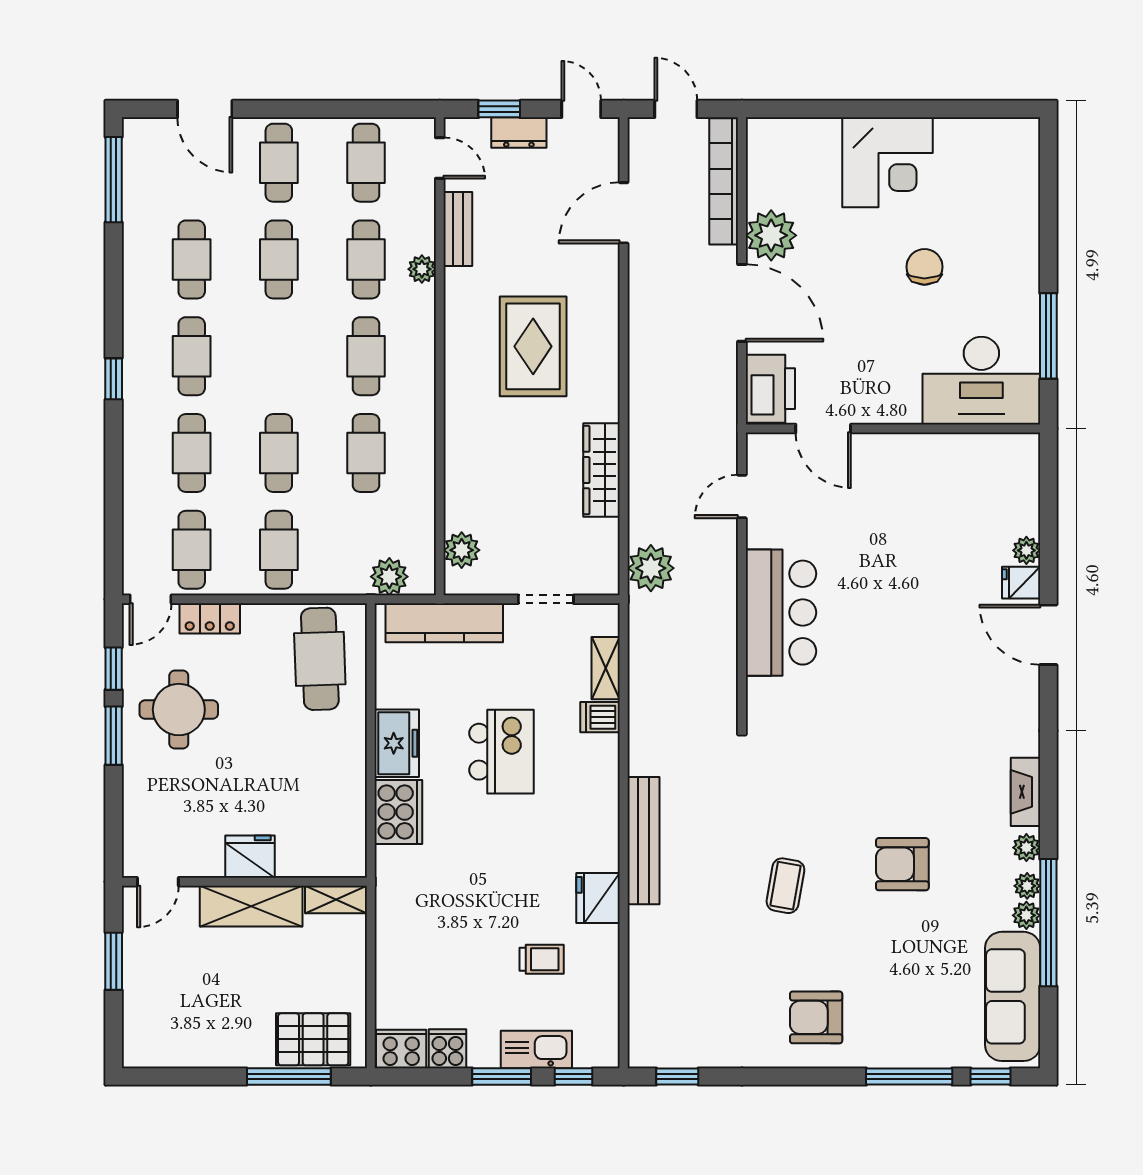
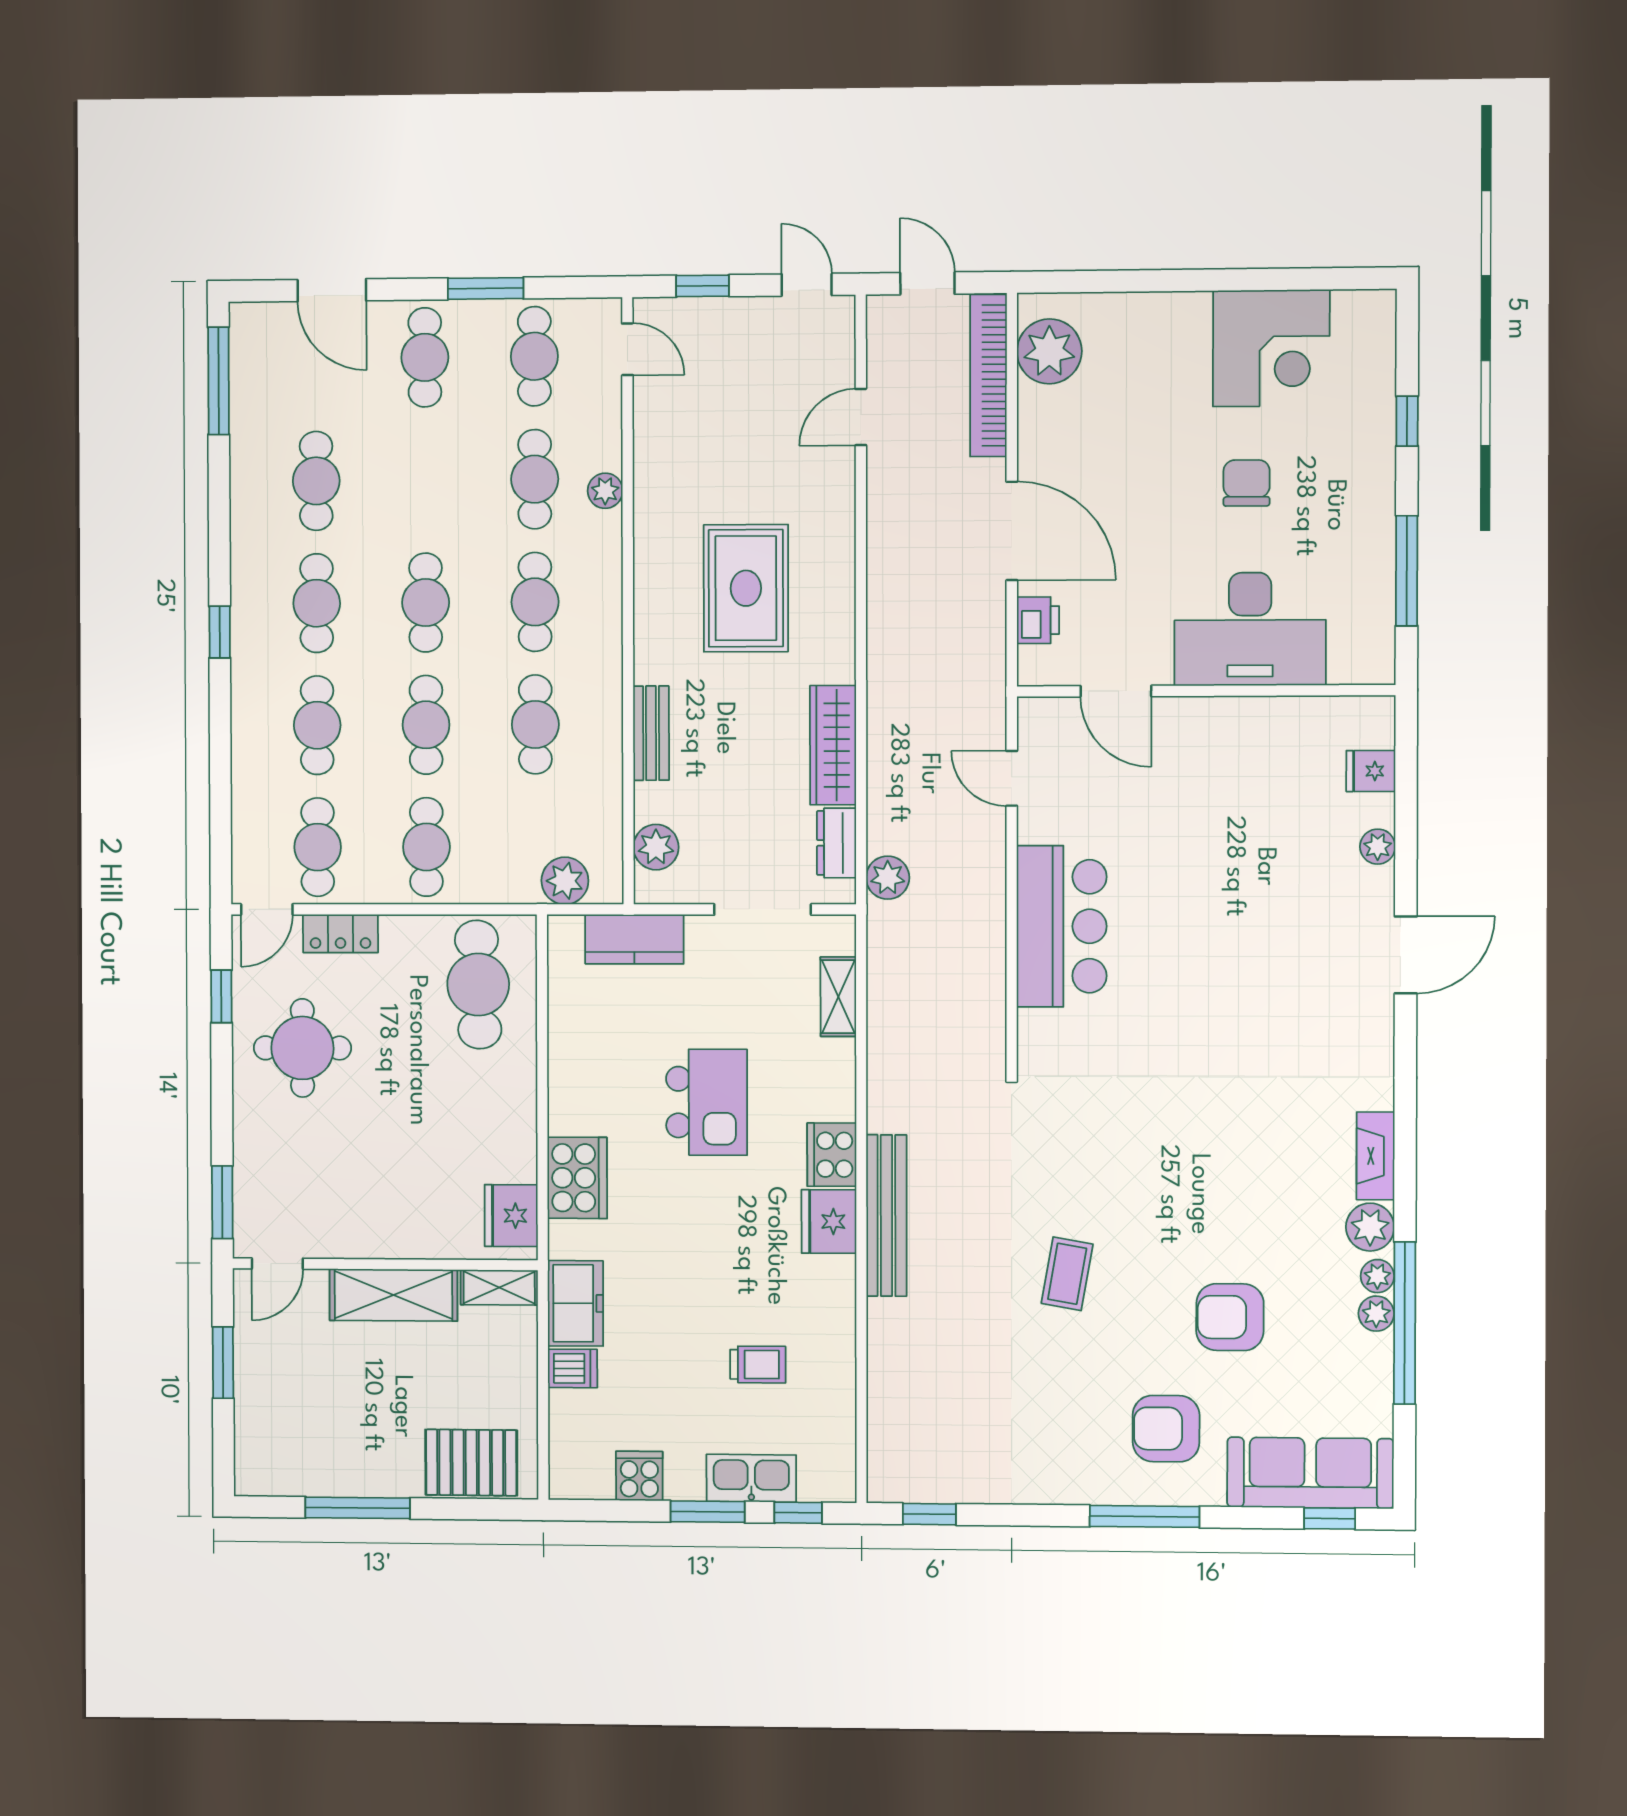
window: (327, 109) -> (486, 288), added
dresser: (519, 133) -> (836, 843), moved, turned 90
corner desk: (887, 162) -> (1271, 348), moved
door: (624, 213) -> (861, 417), width x0.73
window: (1048, 220) -> (1407, 421), added
bench: (458, 229) -> (651, 733), moved
plant: (771, 235) -> (1049, 351), moved
cafe table: (279, 259) -> (426, 603), moved
desk: (981, 381) -> (1250, 629), moved
printer: (770, 389) -> (1038, 620), width x0.53, depth x0.68
door: (742, 496) -> (1012, 778), hinge flipped
plant: (651, 568) -> (888, 878), width x0.73, depth x0.73
fridge: (1021, 583) -> (1371, 771), moved
doorway: (546, 599) -> (763, 909), width x1.38
kitchen counter: (444, 623) -> (634, 939), width x0.67
door: (1048, 635) -> (1406, 955), swing flipped
dishwasher: (600, 717) -> (573, 1368), moved, turned 180
window: (114, 736) -> (222, 1202), moved
freezer: (397, 743) -> (575, 1303), moved
plant: (1026, 848) -> (1370, 1227), width x1.38, depth x1.38
fridge: (250, 857) -> (511, 1216), moved, turned -90
armchair: (902, 864) -> (1230, 1317), moved
fridge: (598, 898) -> (829, 1221), moved
sofa: (1013, 996) -> (1310, 1473), moved, turned 90
armchair: (816, 1017) -> (1166, 1429), moved
cooker: (401, 1049) -> (832, 1155), moved, turned -90
window: (289, 1076) -> (358, 1508), moved
window: (909, 1076) -> (1145, 1516), moved

